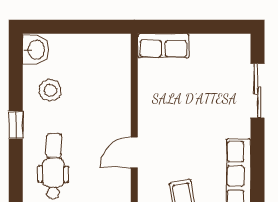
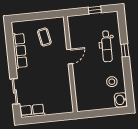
row of seats: (163, 46) -> (32, 111), moved
window: (16, 125) -> (125, 50), moved

